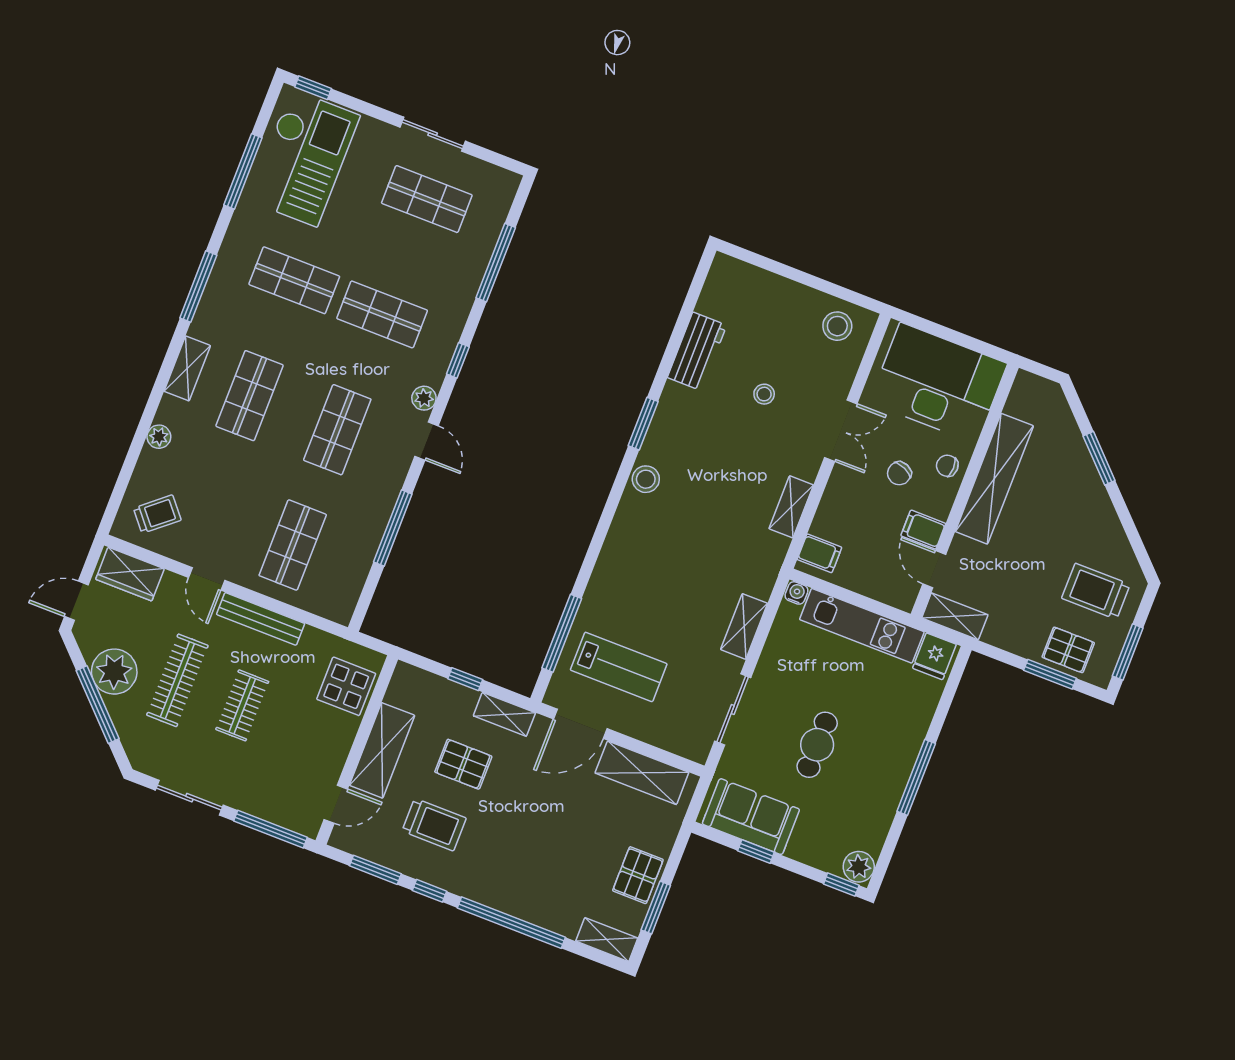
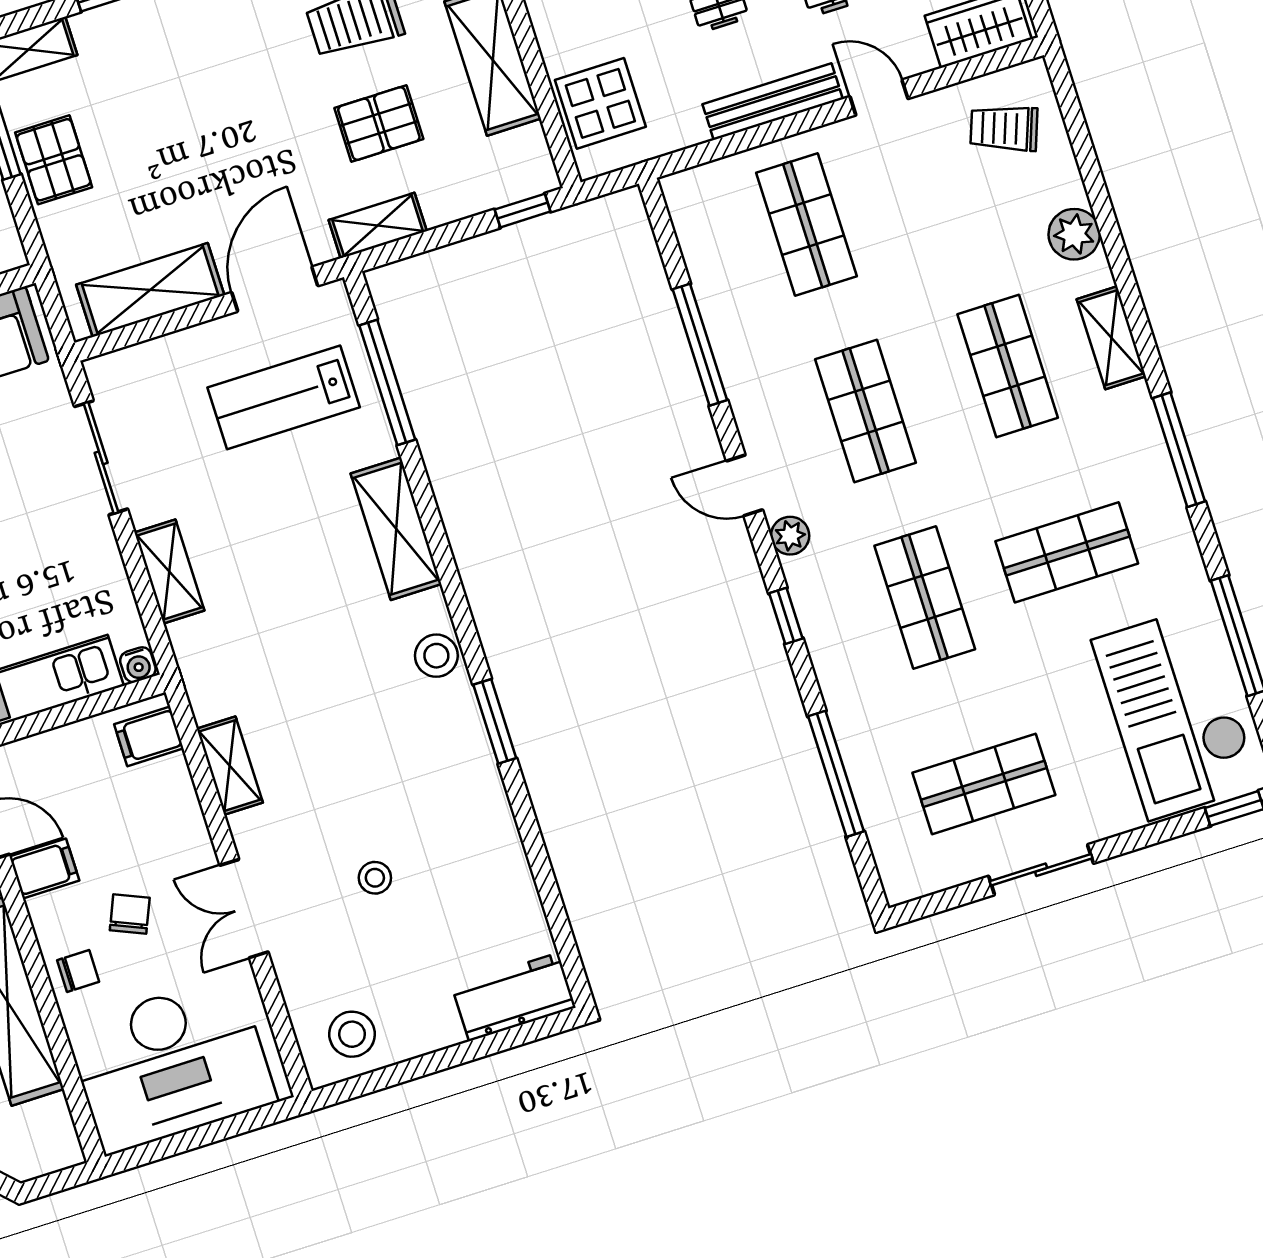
shop shelf: (382, 314) -> (925, 597), turned 90
workbench: (697, 351) -> (514, 997), moved, turned 90
plant: (159, 437) -> (1074, 234), width x1.38, depth x1.38
trolley: (157, 514) -> (1004, 128), turned 60
shelving: (615, 558) -> (396, 529), added
window: (465, 679) -> (523, 211), moved

